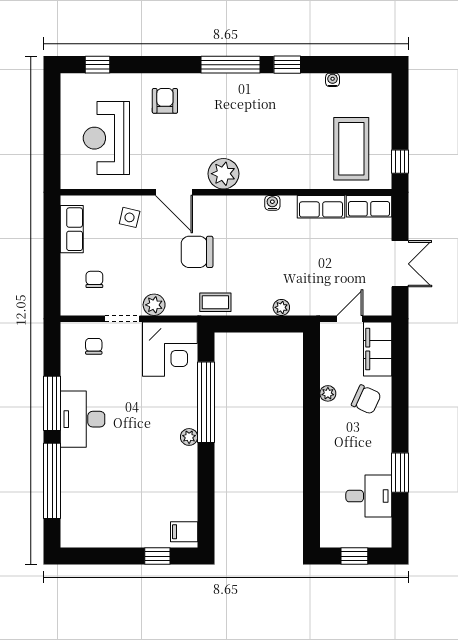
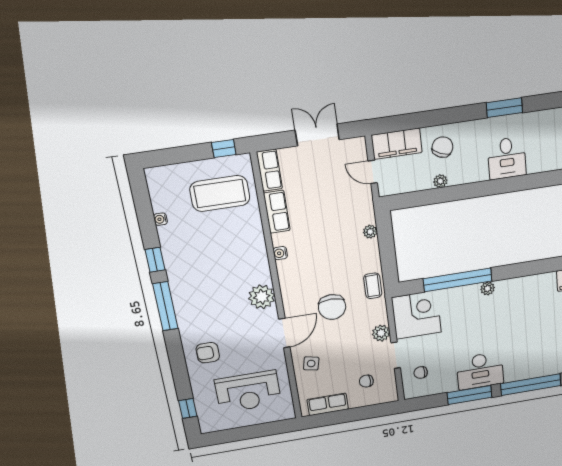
desk: (369, 496) -> (507, 158), moved, turned 180

